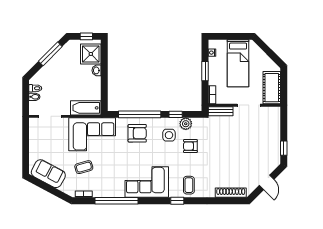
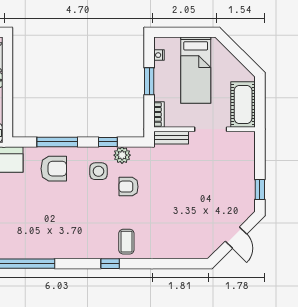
window: (140, 114) -> (57, 142), width x0.68
corner sofa: (147, 182) -> (67, 237), removed
shoe rack: (231, 193) -> (185, 252), removed

